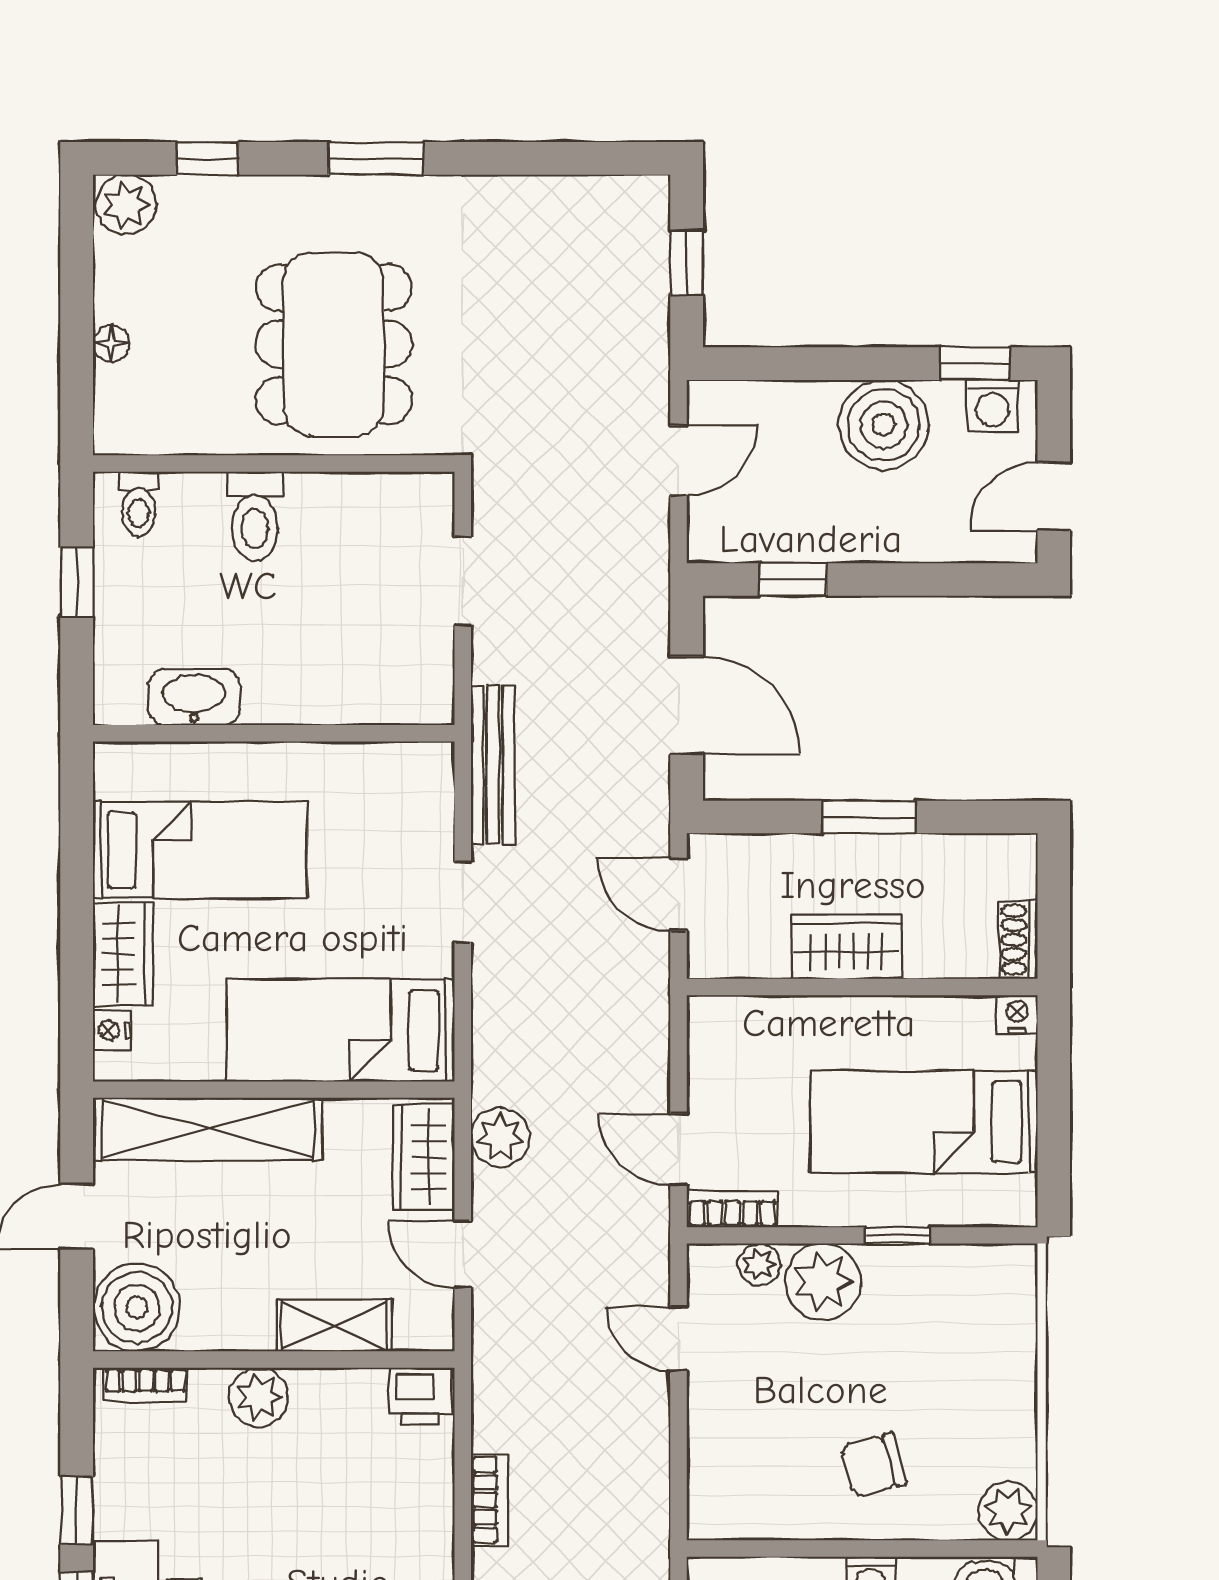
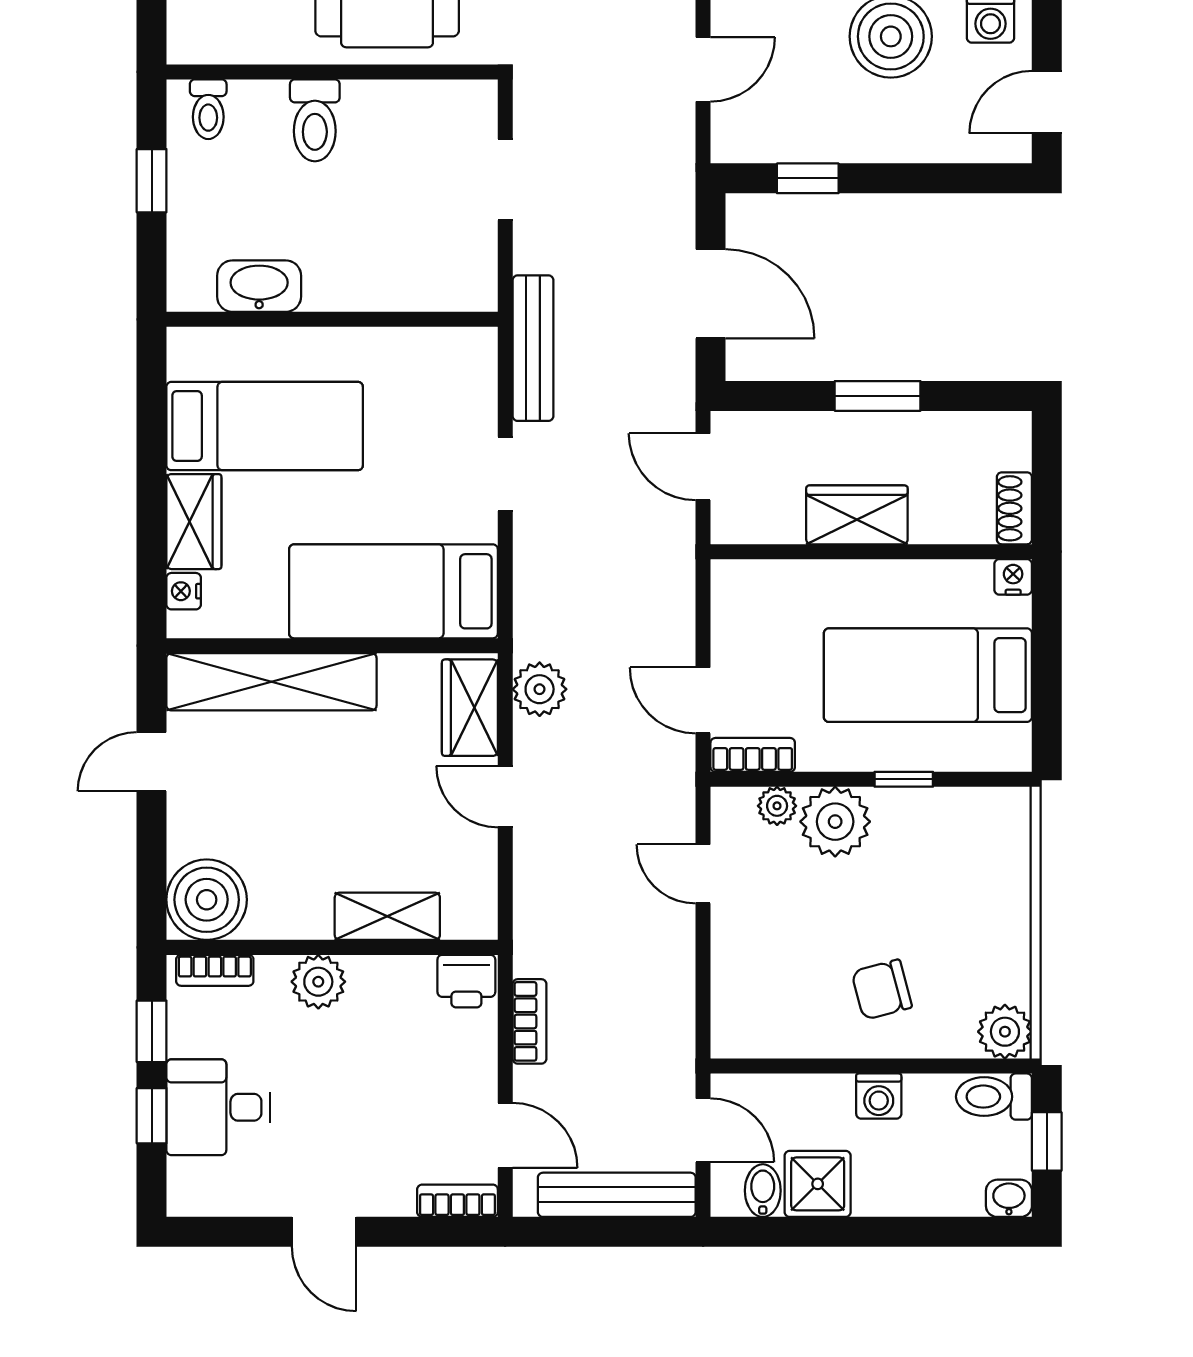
boiler: (137, 1308) -> (207, 900), moved
shelving: (334, 1326) -> (387, 916), moved
wall: (274, 1360) -> (332, 947), moved
bookcase: (146, 1385) -> (215, 970), moved
printer: (420, 1396) -> (466, 981), moved
plant: (259, 1397) -> (318, 982), moved

